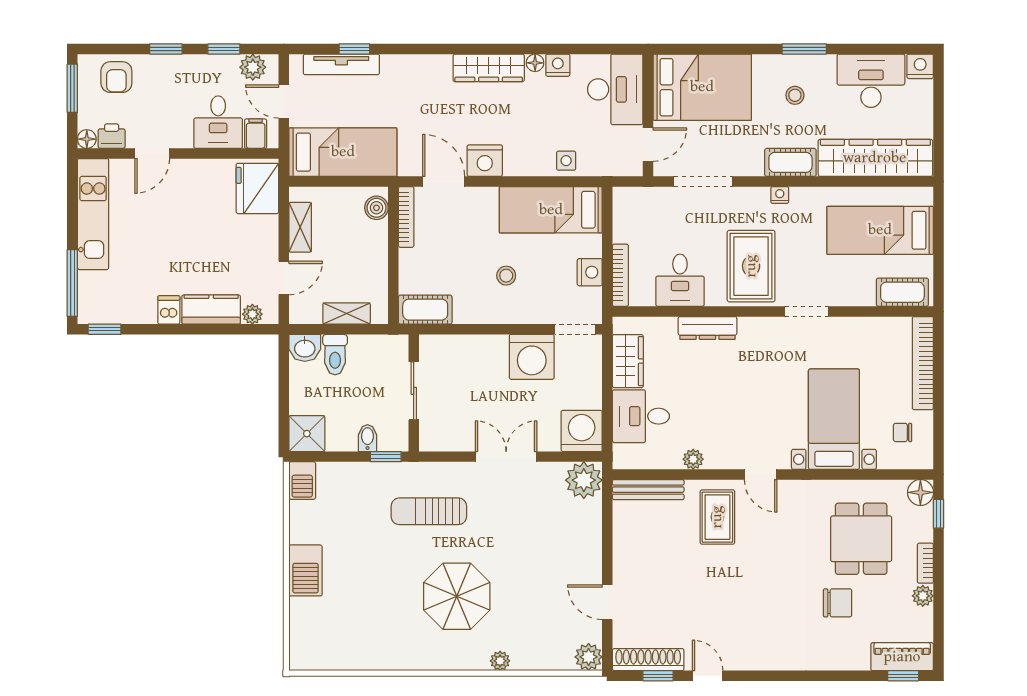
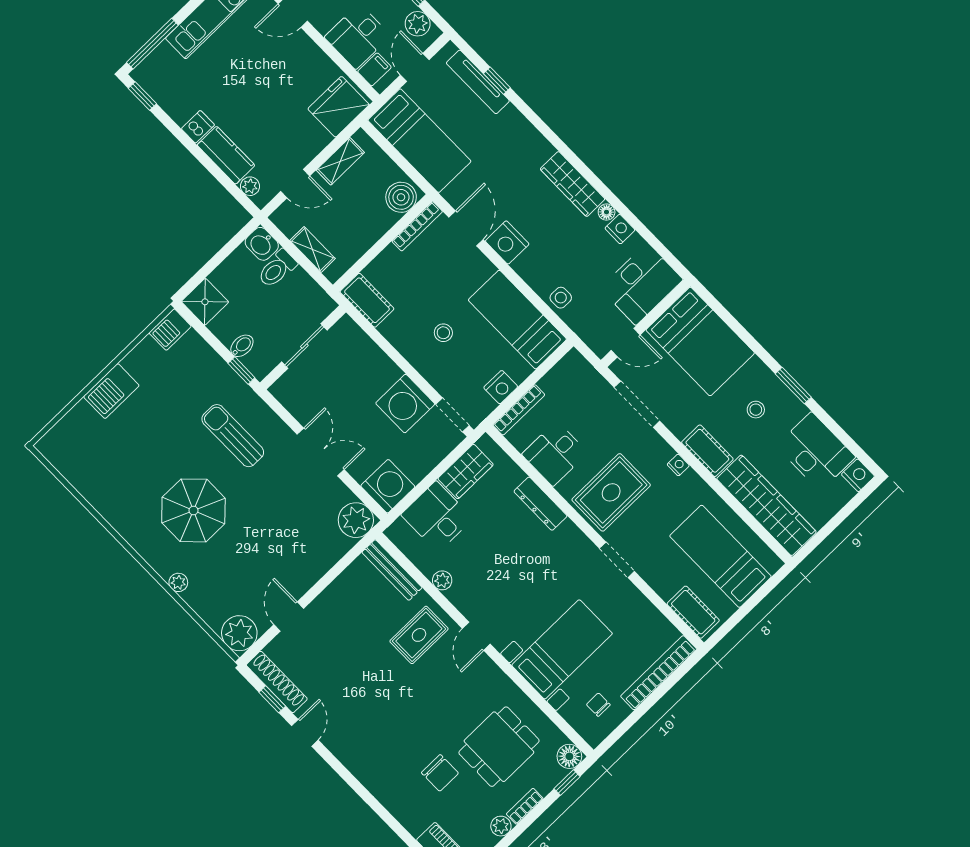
boiler: (376, 208) -> (401, 197), width x1.36, depth x1.36
plant: (589, 657) -> (239, 633), width x1.36, depth x1.36

